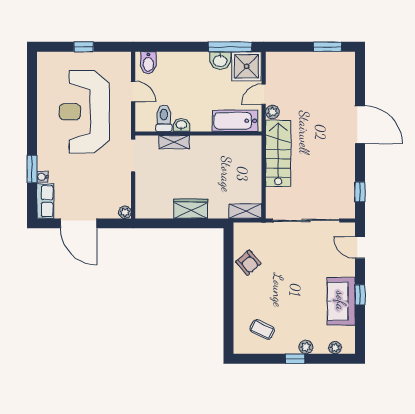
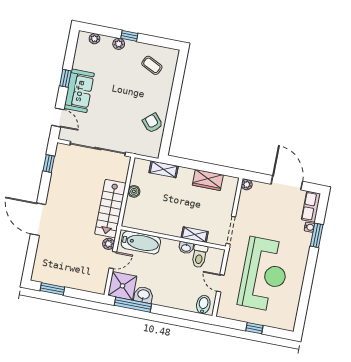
boiler: (255, 179) -> (134, 191), added
wardrobe: (191, 209) -> (208, 180), moved
shelving: (245, 211) -> (164, 169), moved
sofa: (341, 301) -> (79, 91), moved

